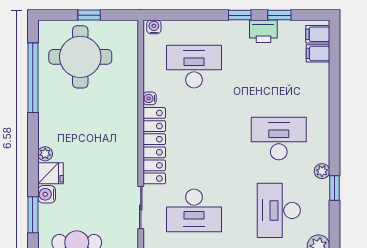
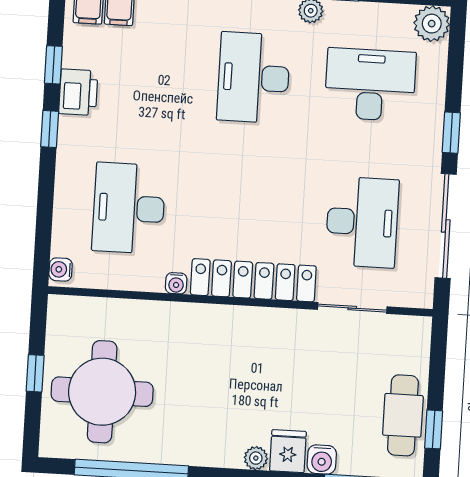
desk: (279, 210) -> (370, 85), turned 180

